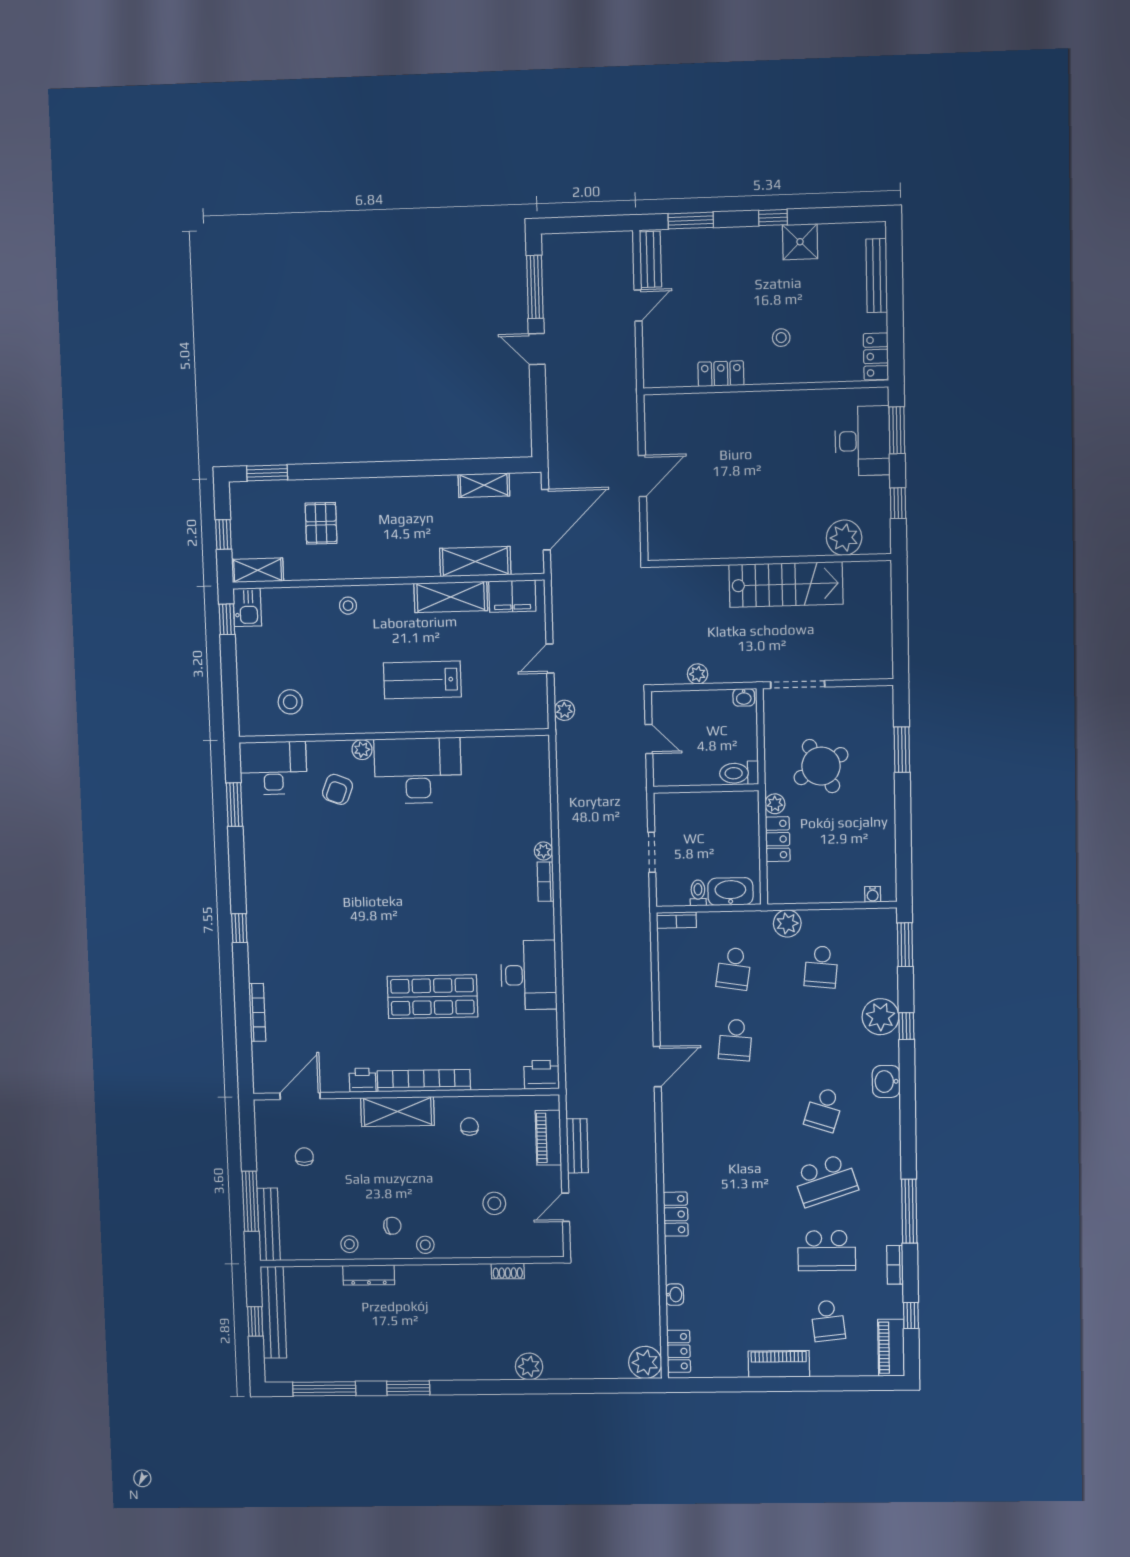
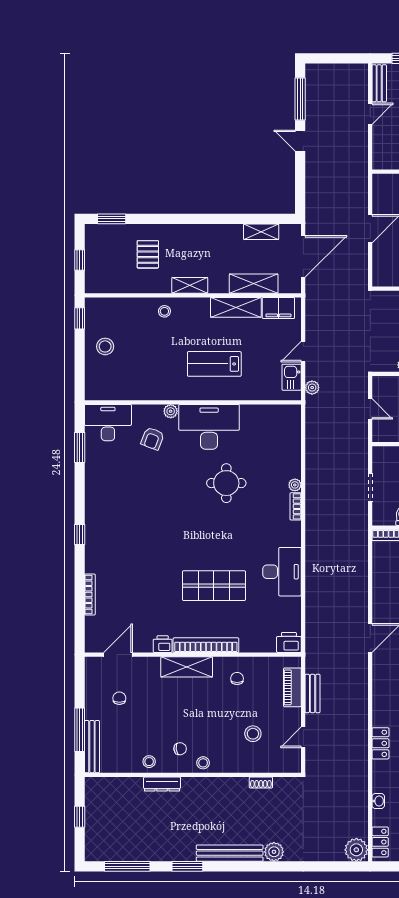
shelving: (258, 570) -> (190, 285), moved
kitchen sink: (247, 607) -> (292, 377), moved, turned 180
stool: (290, 702) -> (105, 346), moved
round table: (445, 851) -> (226, 483), added
bench: (273, 1312) -> (230, 853), moved, turned 90

